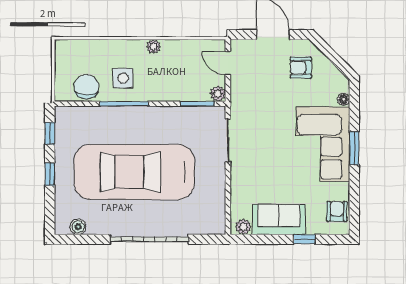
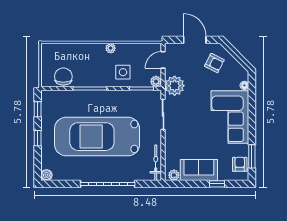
door: (228, 63) -> (163, 60), hinge flipped
armchair: (301, 68) -> (214, 63), turned -153
side table: (123, 78) -> (123, 72), moved
plant: (244, 100) -> (175, 86), added
window: (354, 148) -> (252, 156), moved
bicycle: (218, 209) -> (156, 163), added
boiler: (78, 227) -> (46, 175), moved

